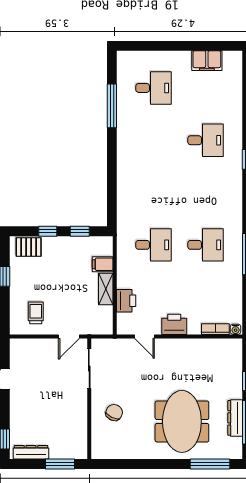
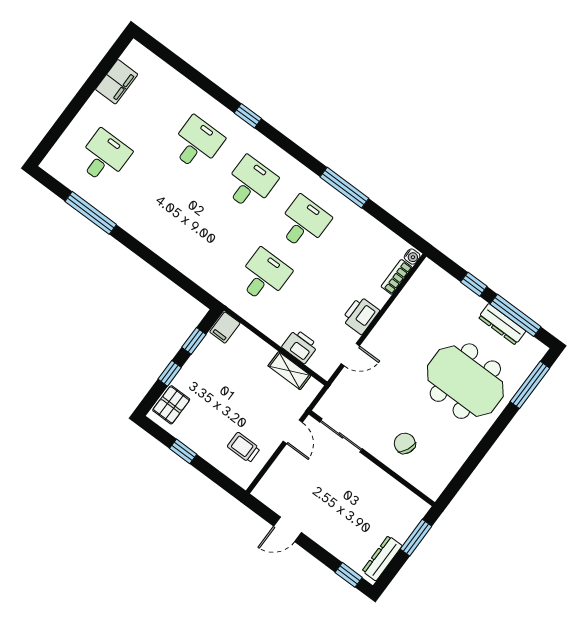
desk: (206, 193) -> (250, 183), added
filing cabinet: (103, 264) -> (225, 328), moved
shelving: (106, 289) -> (289, 371), moved

